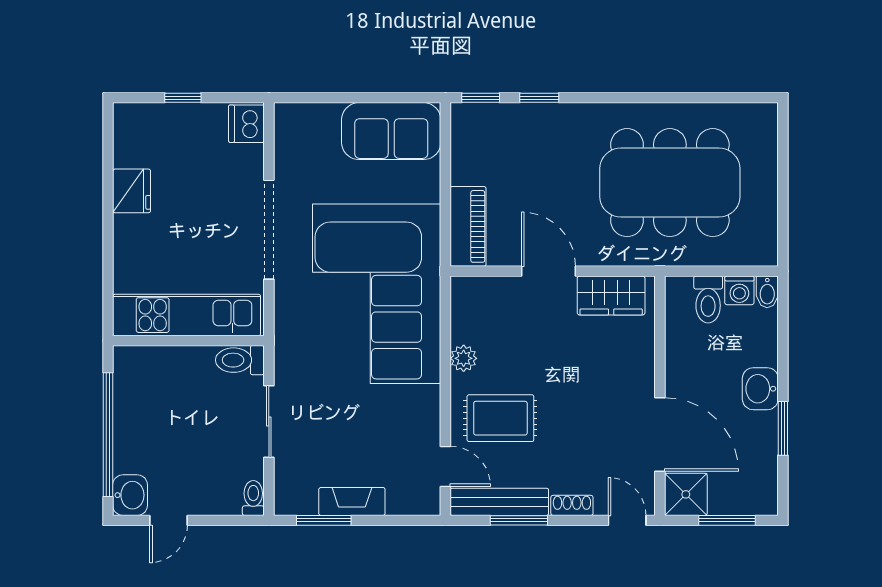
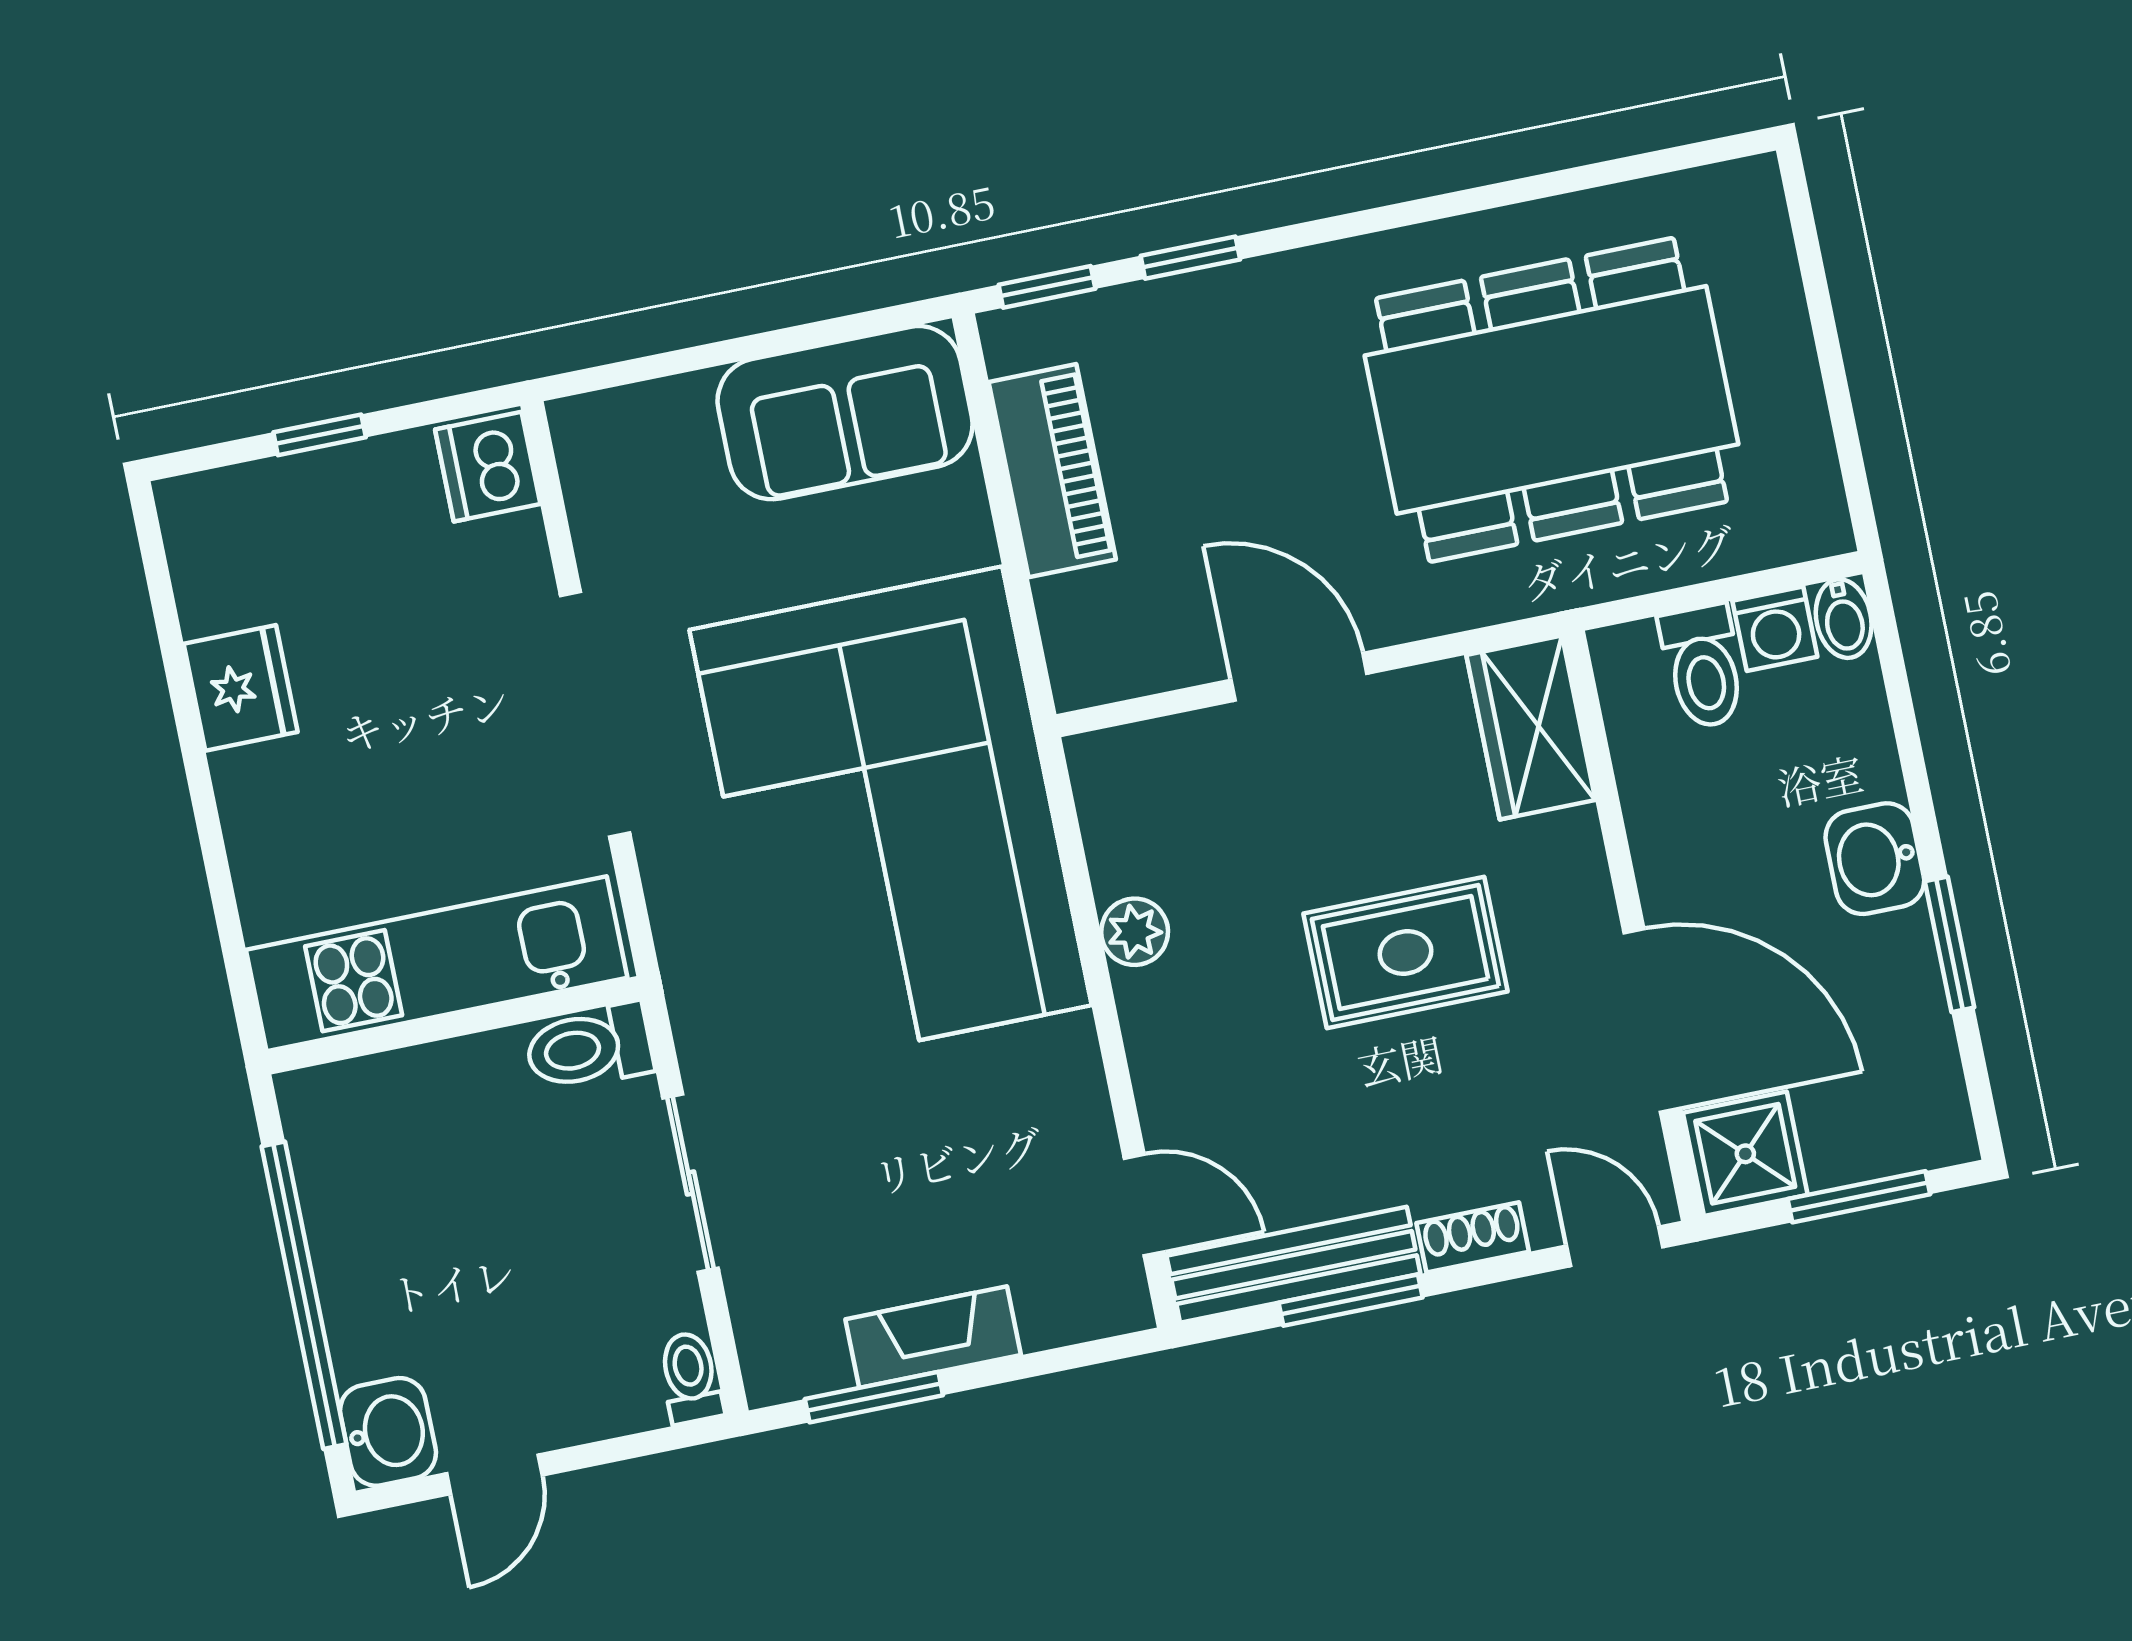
piano: (468, 226) -> (1052, 471), moved
wardrobe: (611, 295) -> (1531, 727), moved, turned 90
rug: (500, 418) -> (1405, 953), moved

